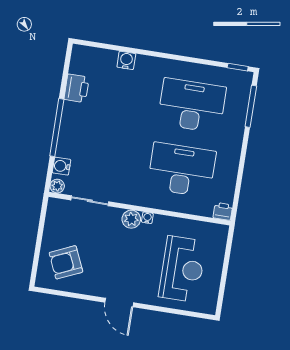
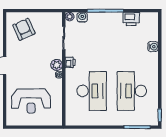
desk: (192, 105) -> (132, 91), turned 180
printer: (223, 211) -> (70, 62), moved

